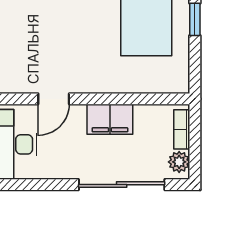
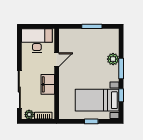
door: (54, 99) -> (57, 60), swing flipped

